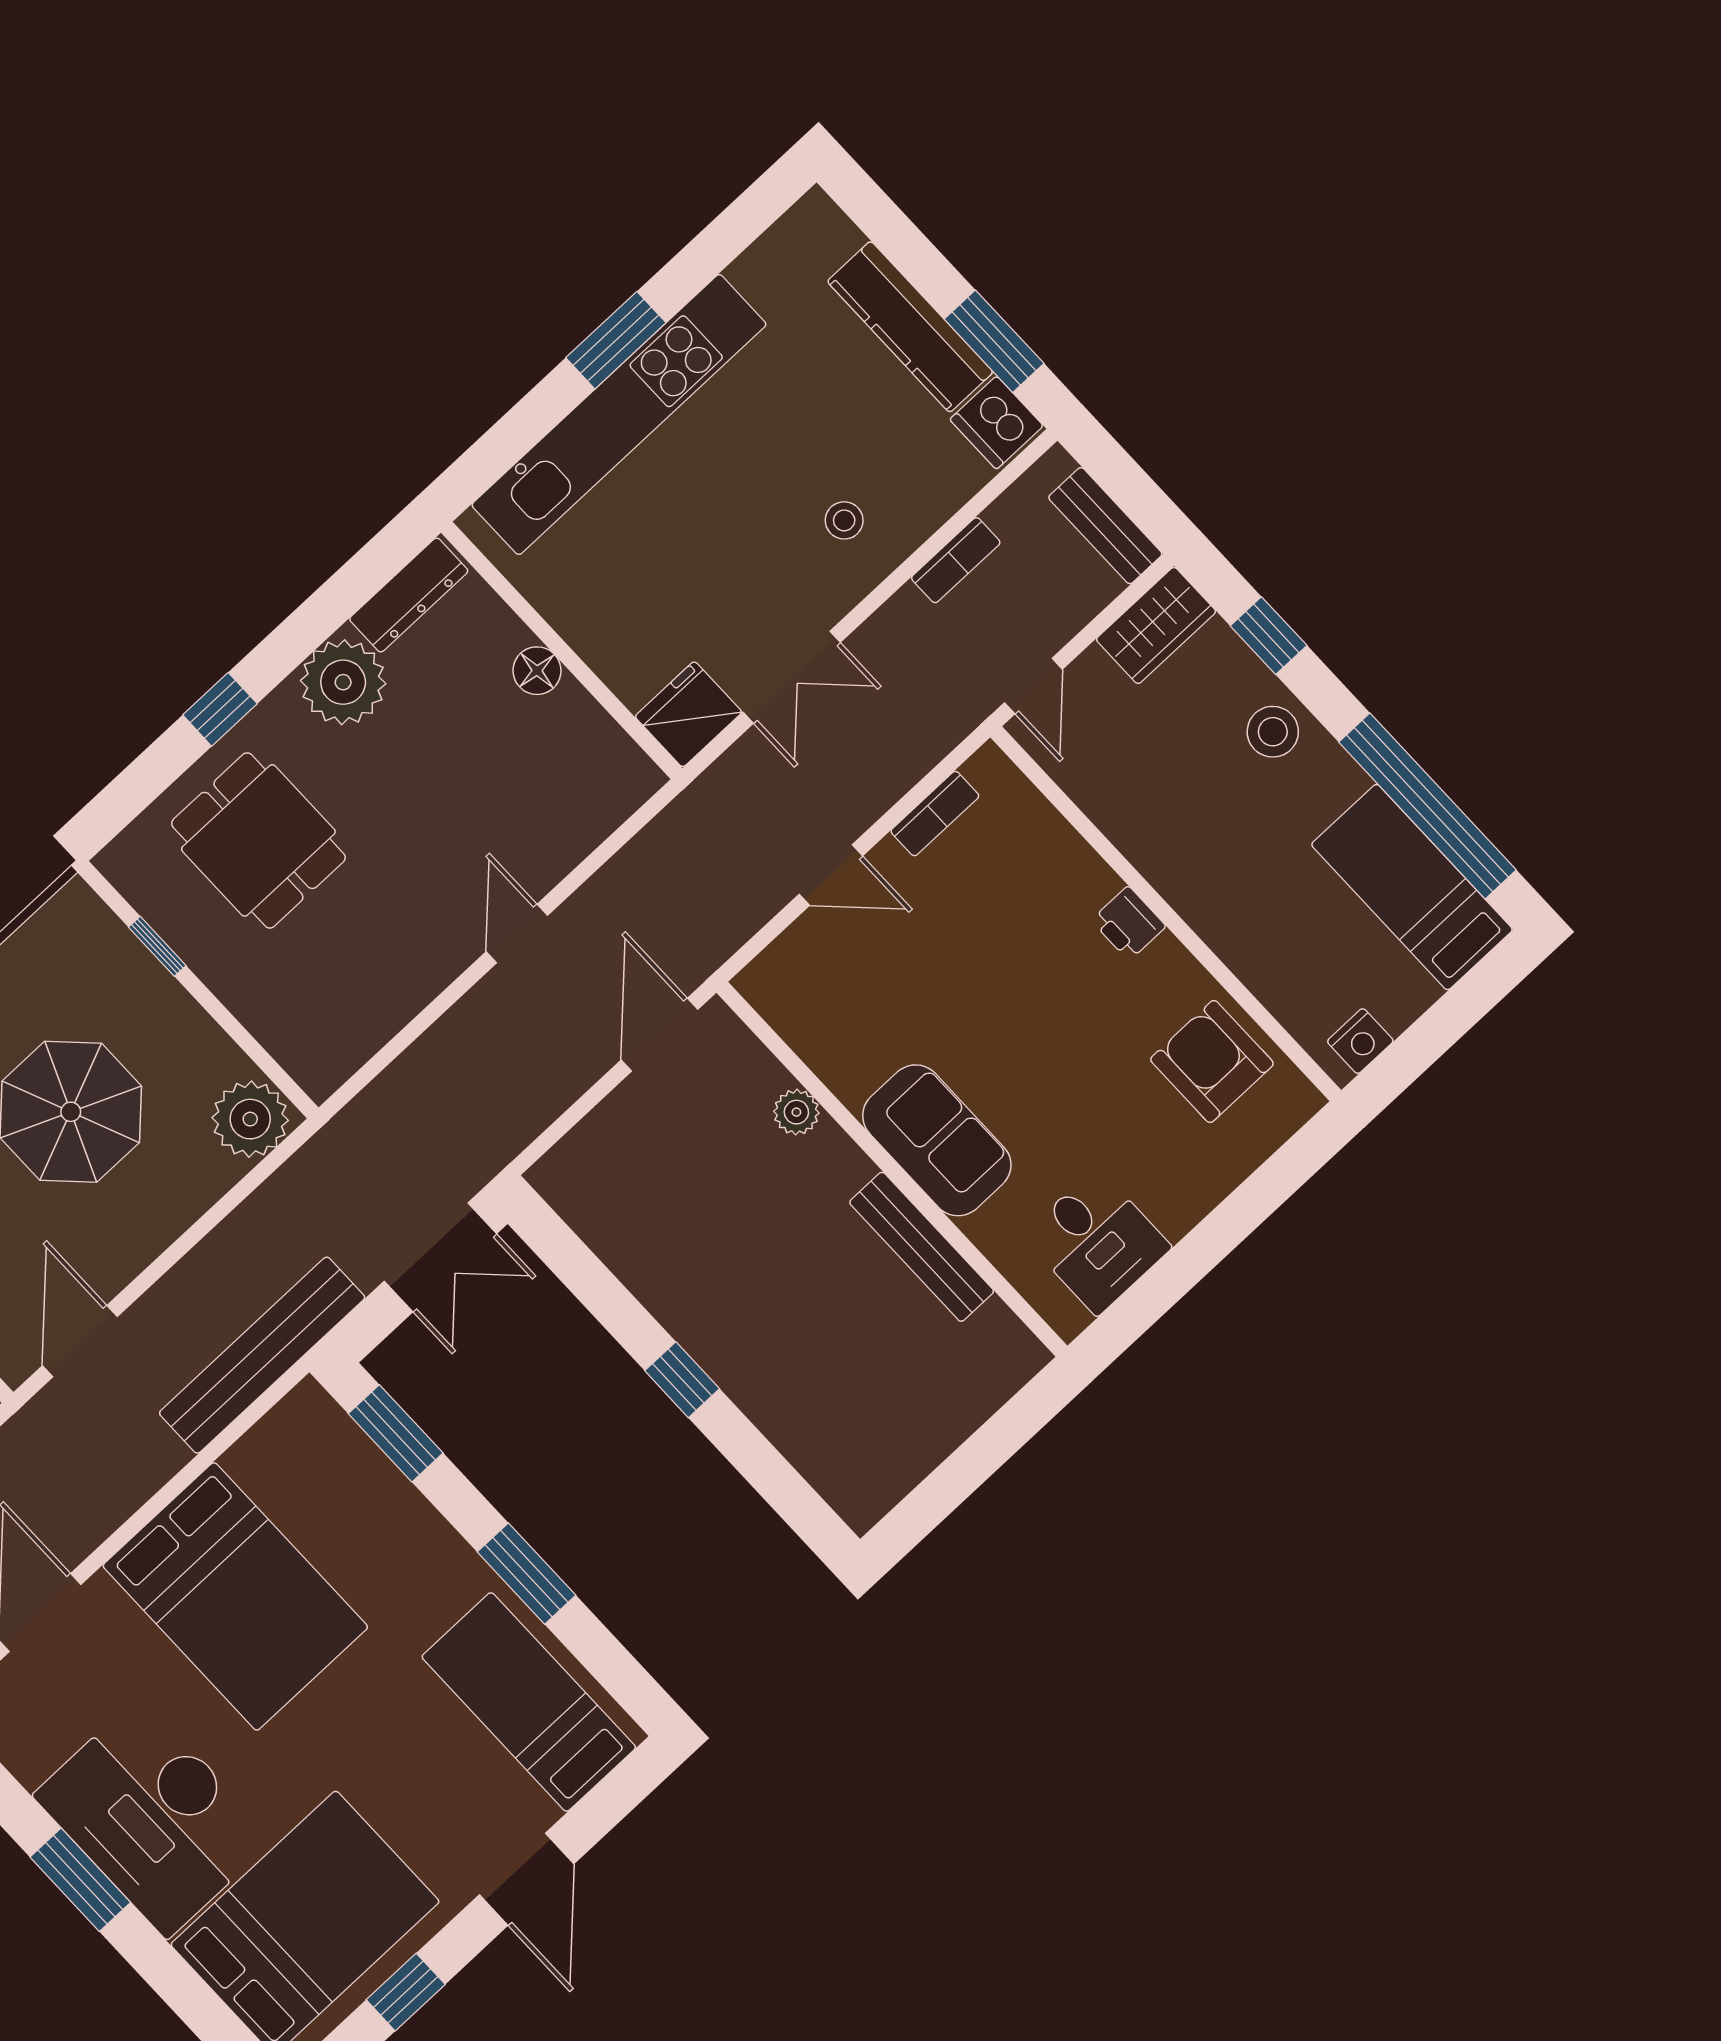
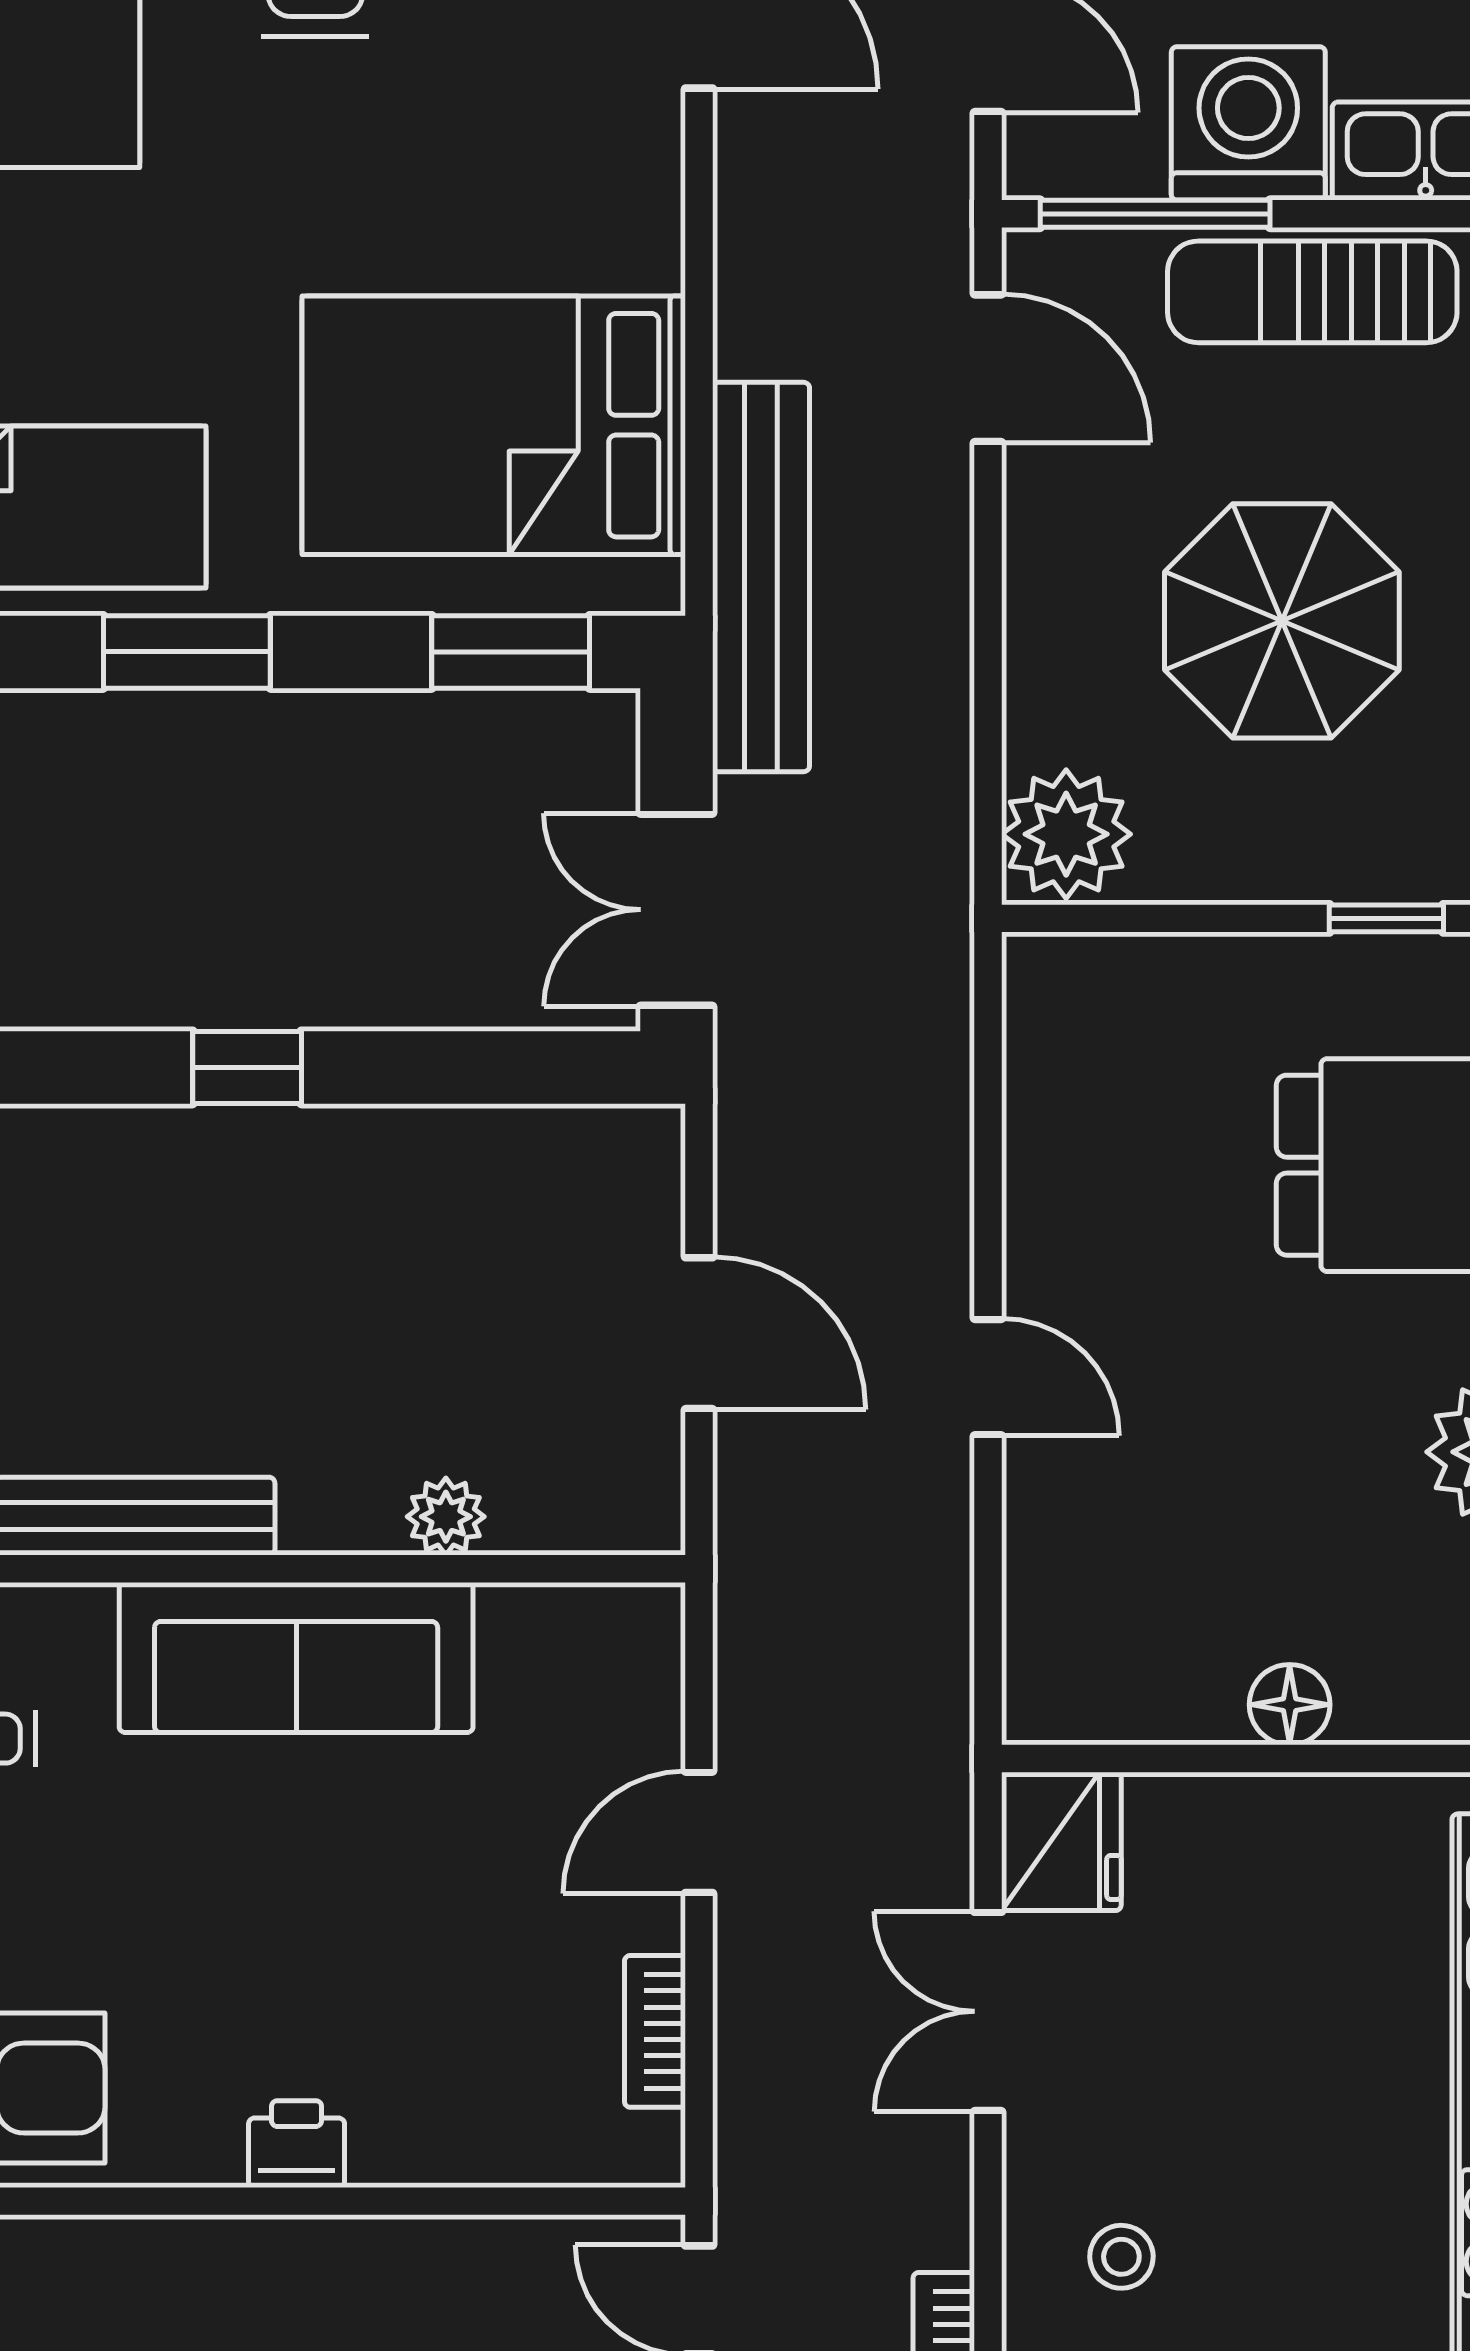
door: (660, 1035) -> (699, 1333), moved
sofa: (937, 1140) -> (296, 1657), width x1.36
bed: (235, 1596) -> (494, 425), moved

